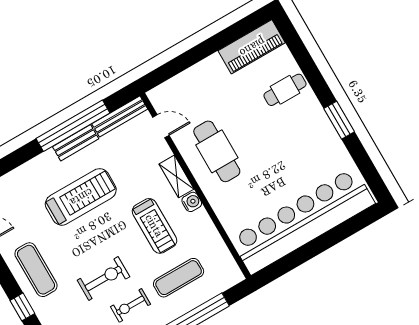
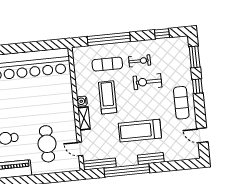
bench: (76, 143) -> (151, 159), moved
cafe table: (217, 151) -> (47, 144), moved

